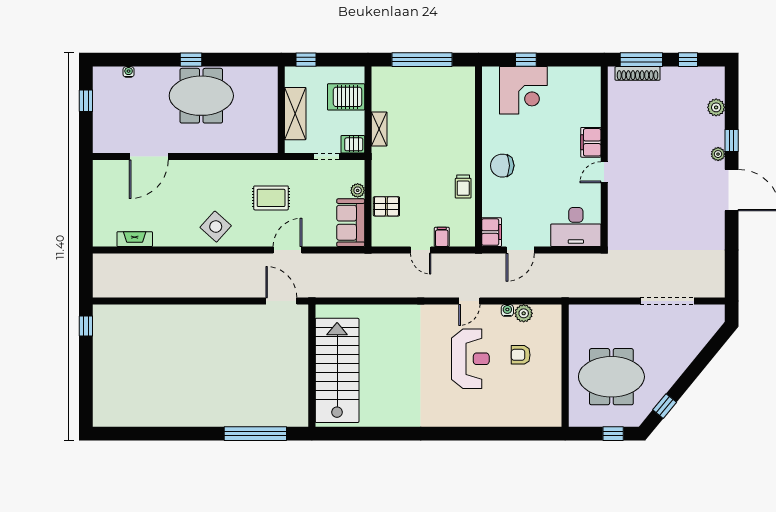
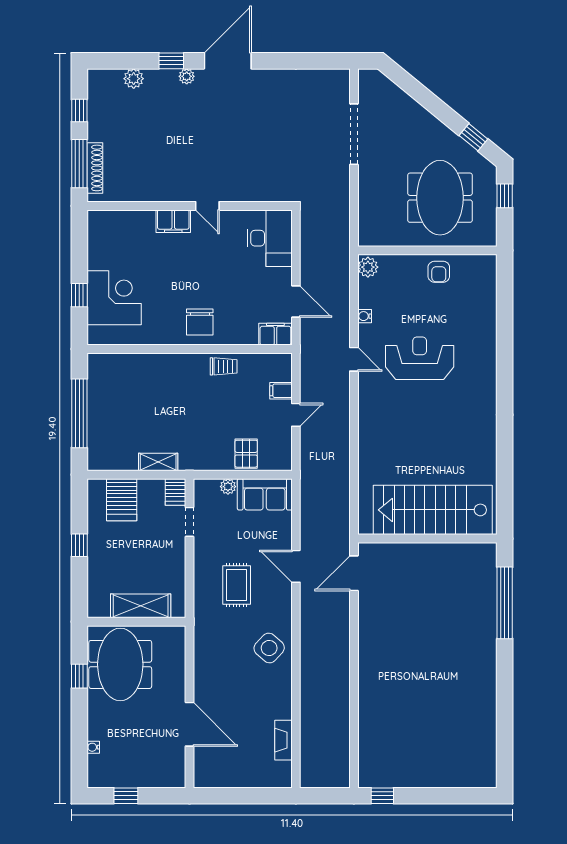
wall: (281, 110) -> (136, 622), moved
shelving: (295, 114) -> (141, 606), moved
plant: (524, 313) -> (368, 267), moved
armchair: (521, 355) -> (439, 272), moved

